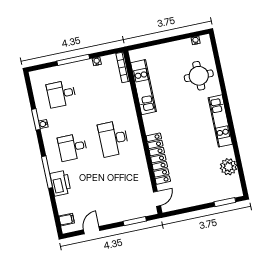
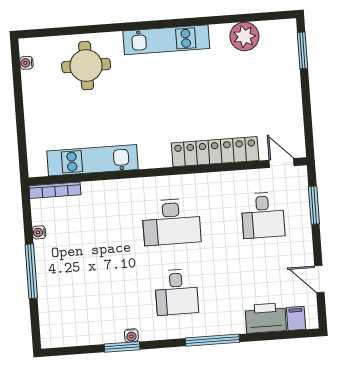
desk: (61, 94) -> (263, 215), moved
printer: (60, 183) -> (266, 318), moved

